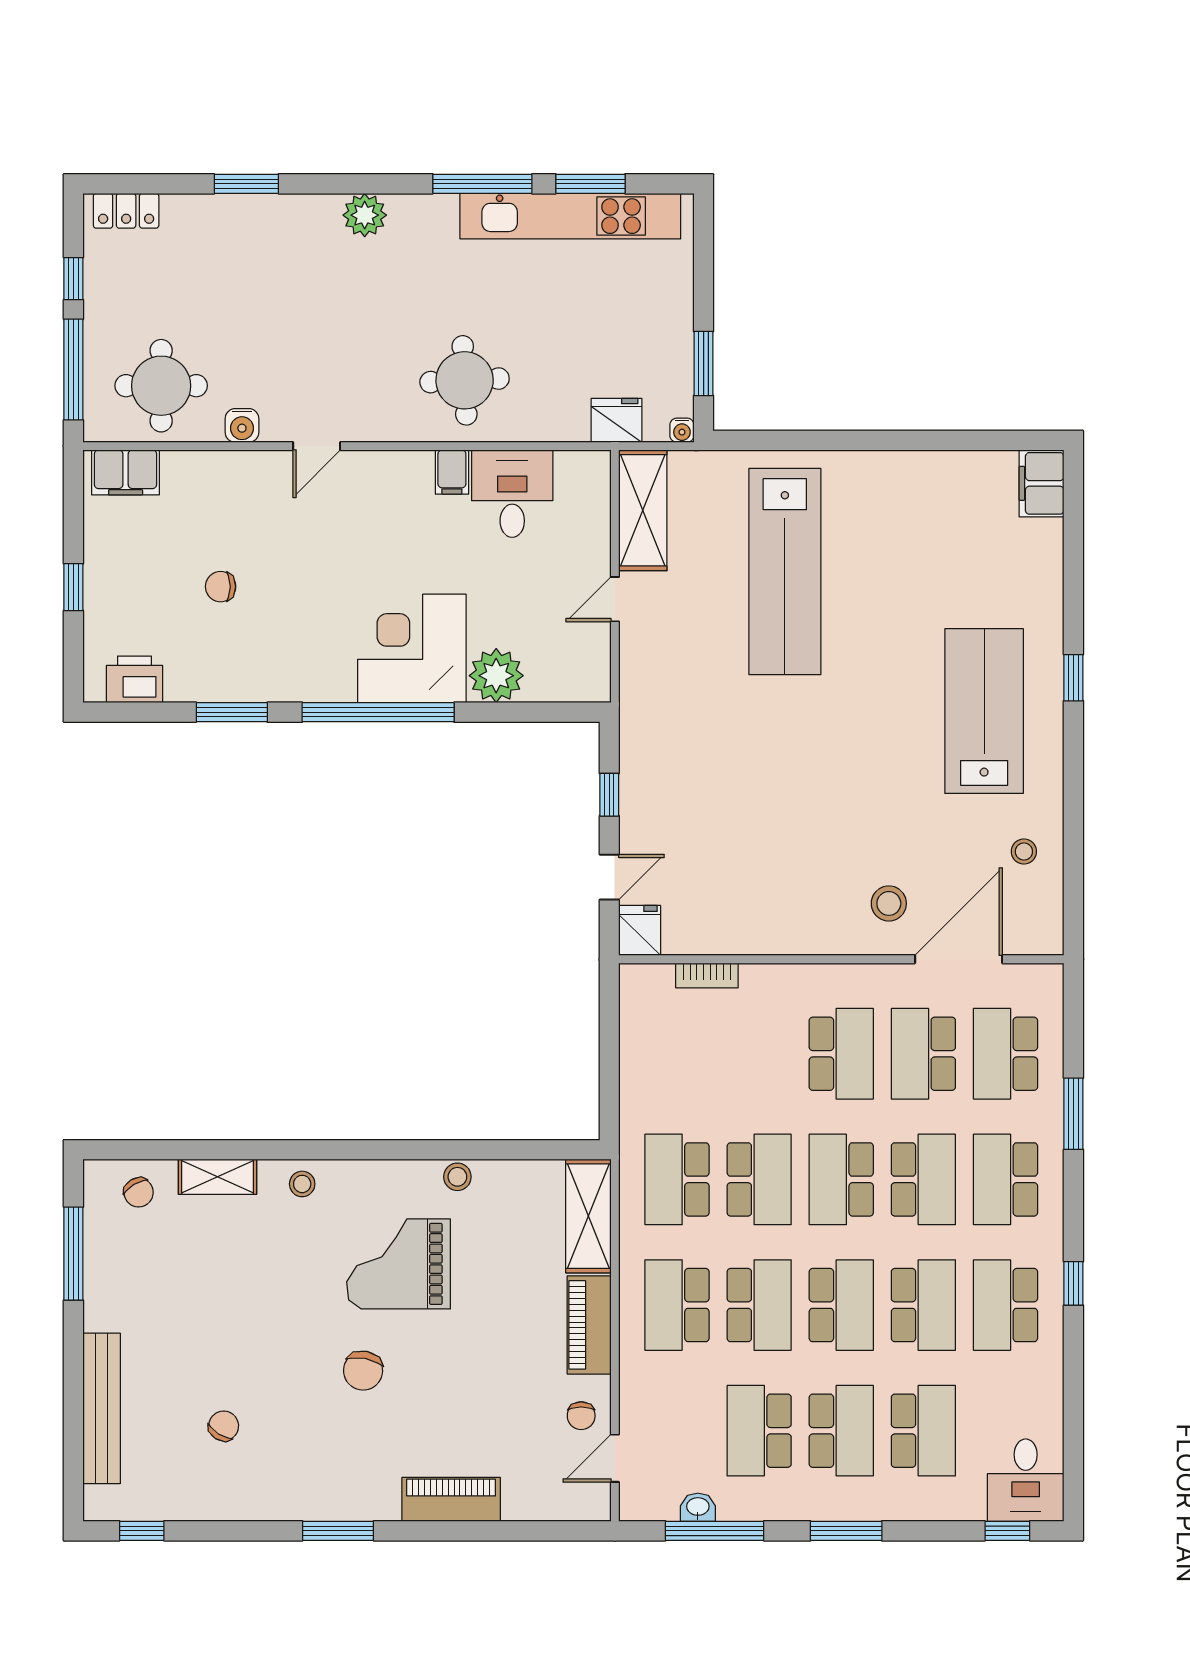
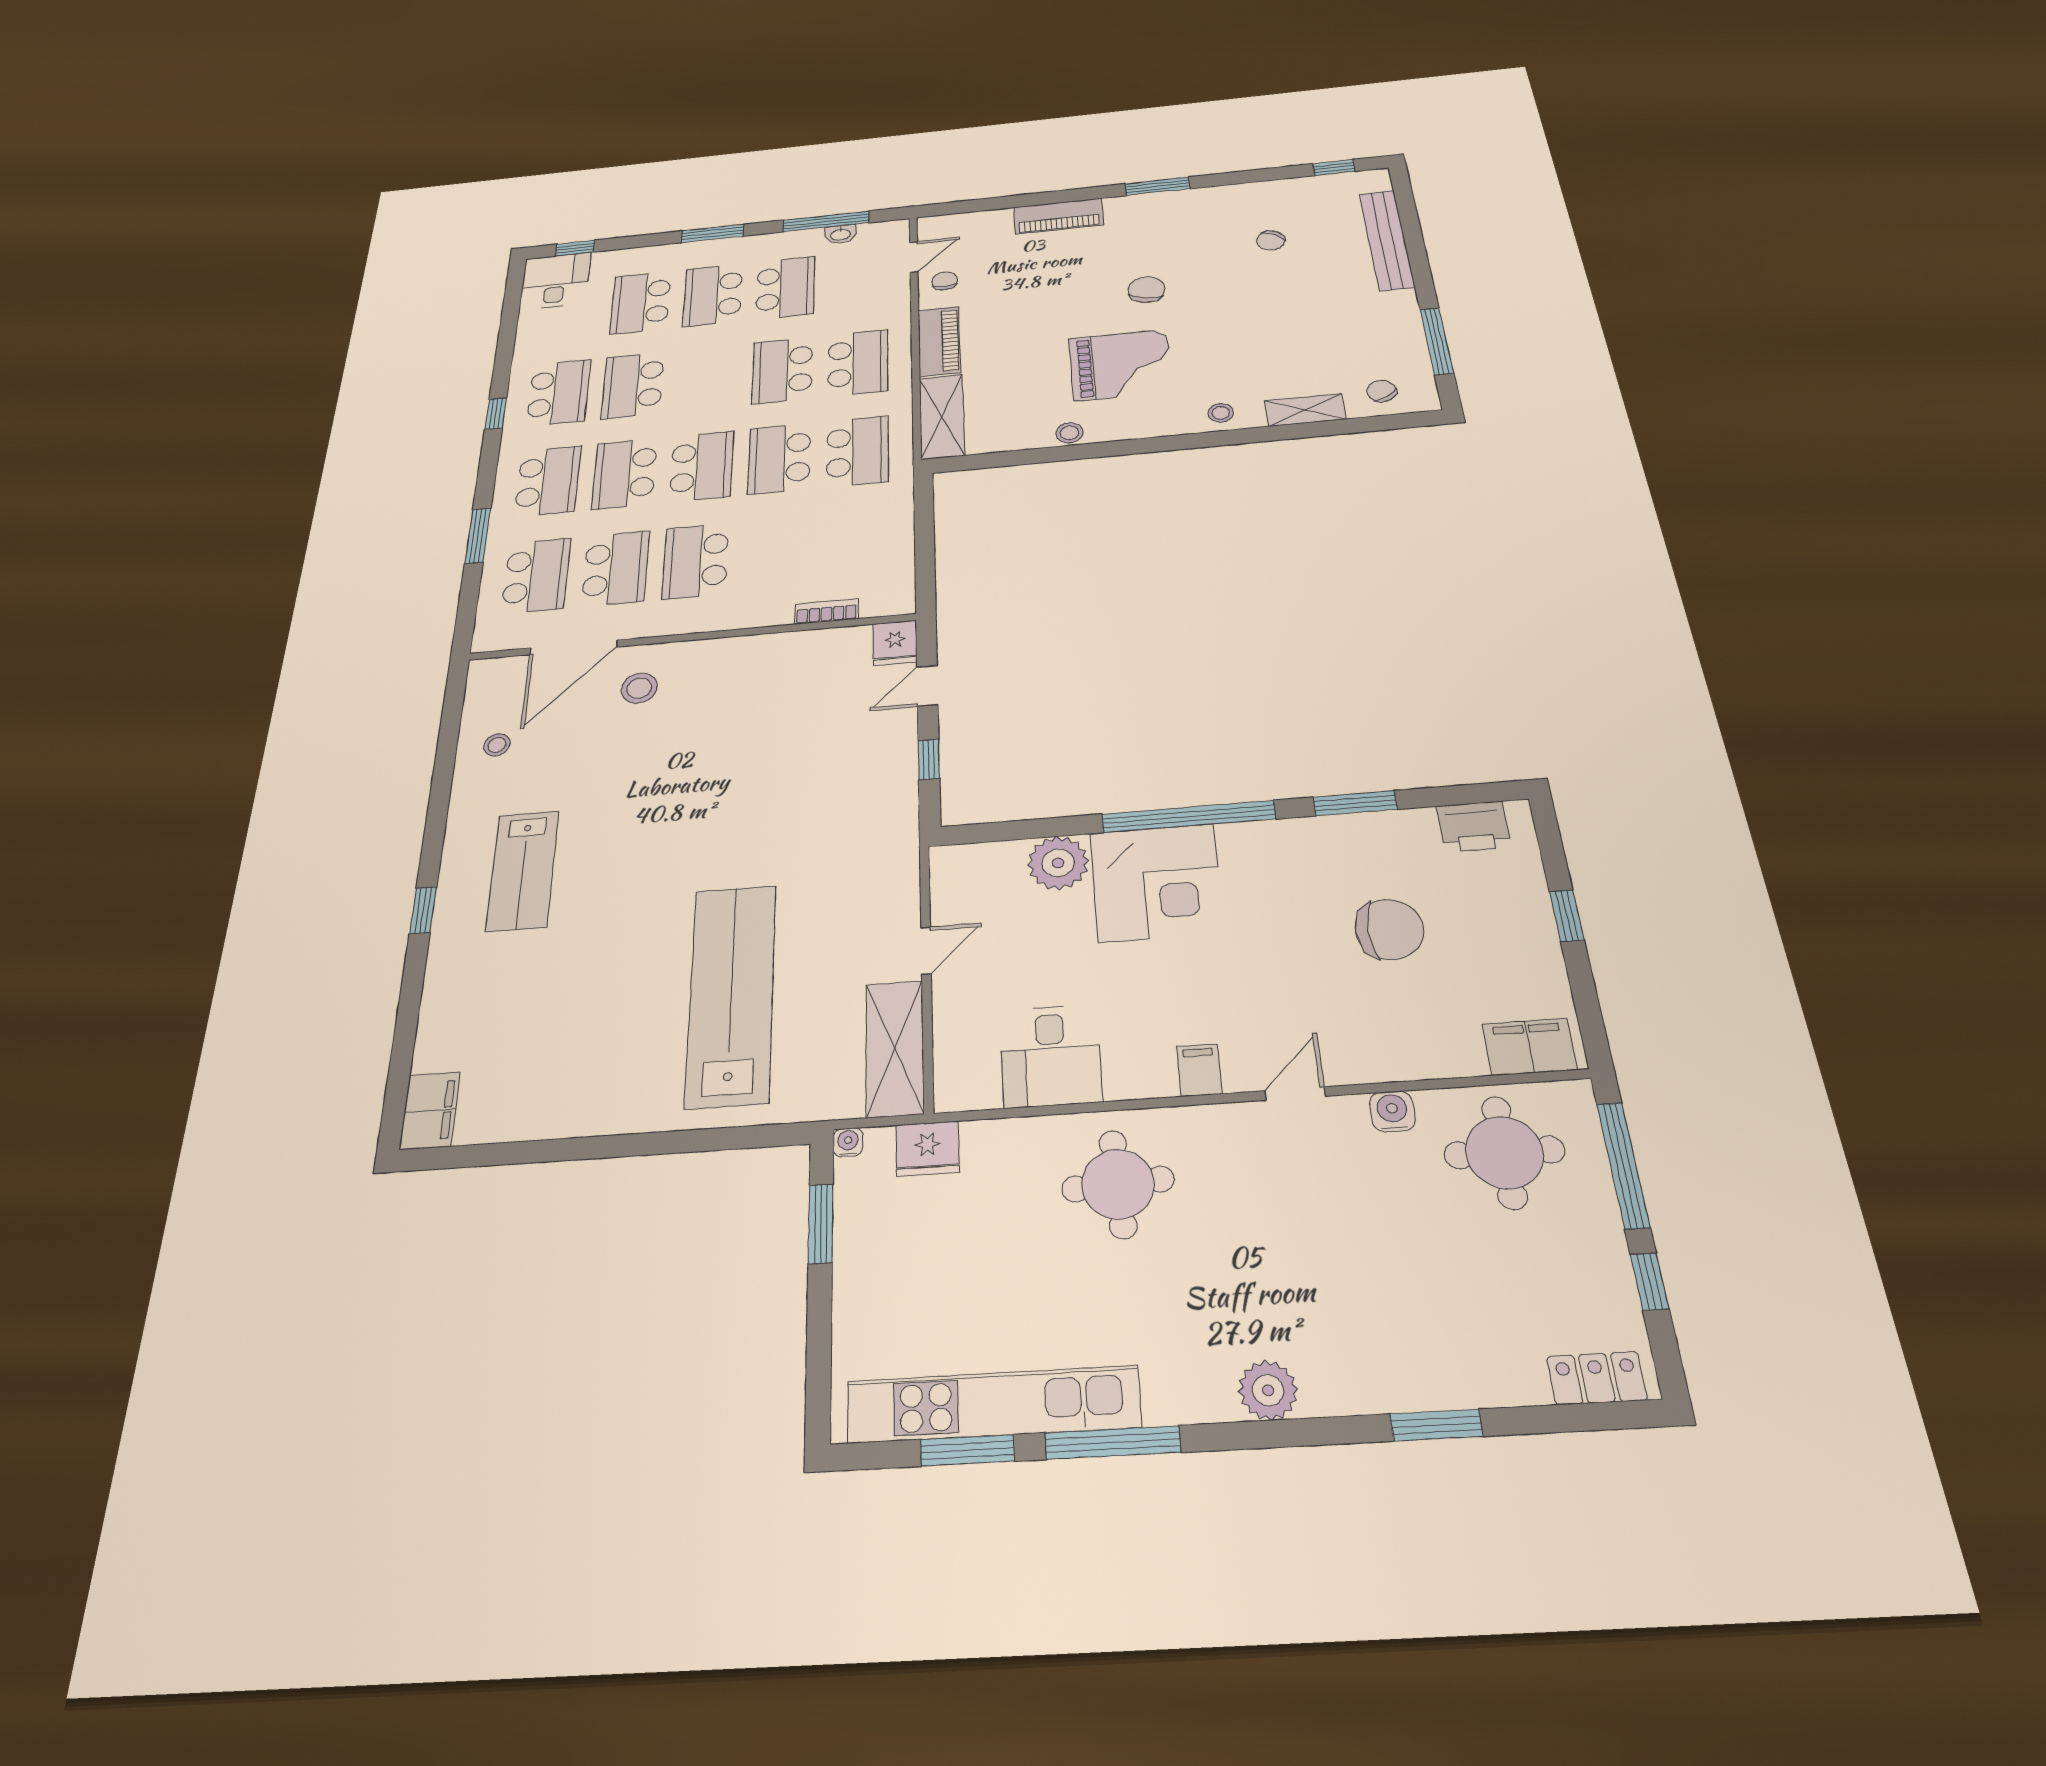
filing cabinet: (452, 472) -> (1199, 1070), moved
chair: (221, 587) -> (1389, 929), width x1.87, depth x1.87
lab bench: (984, 711) -> (523, 870), width x0.73, depth x0.72
school desk: (841, 1305) -> (707, 378), removed

